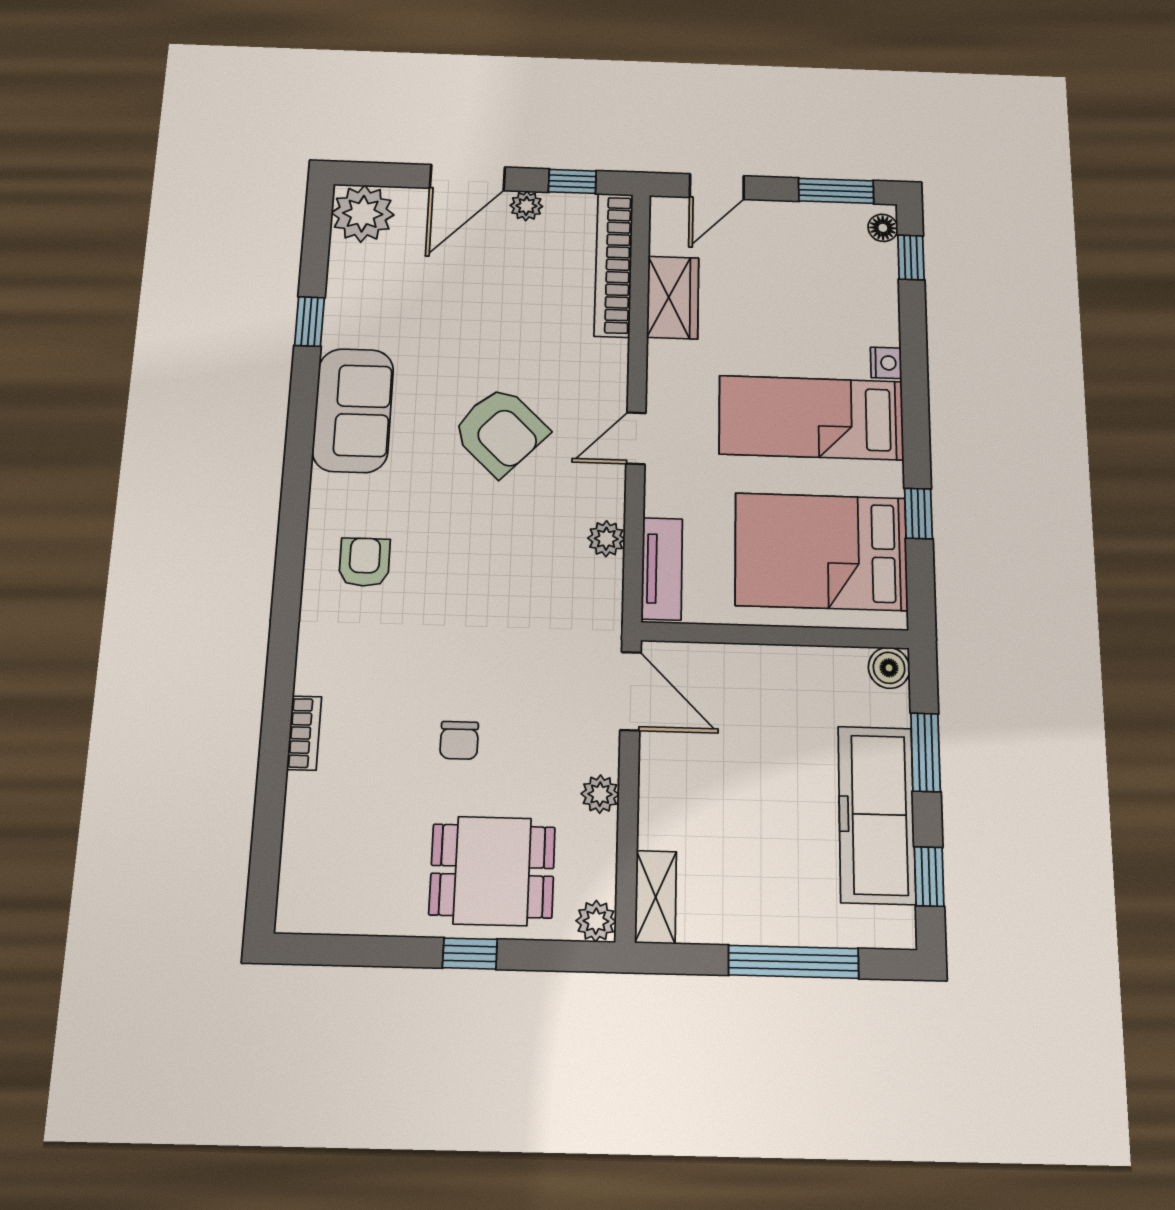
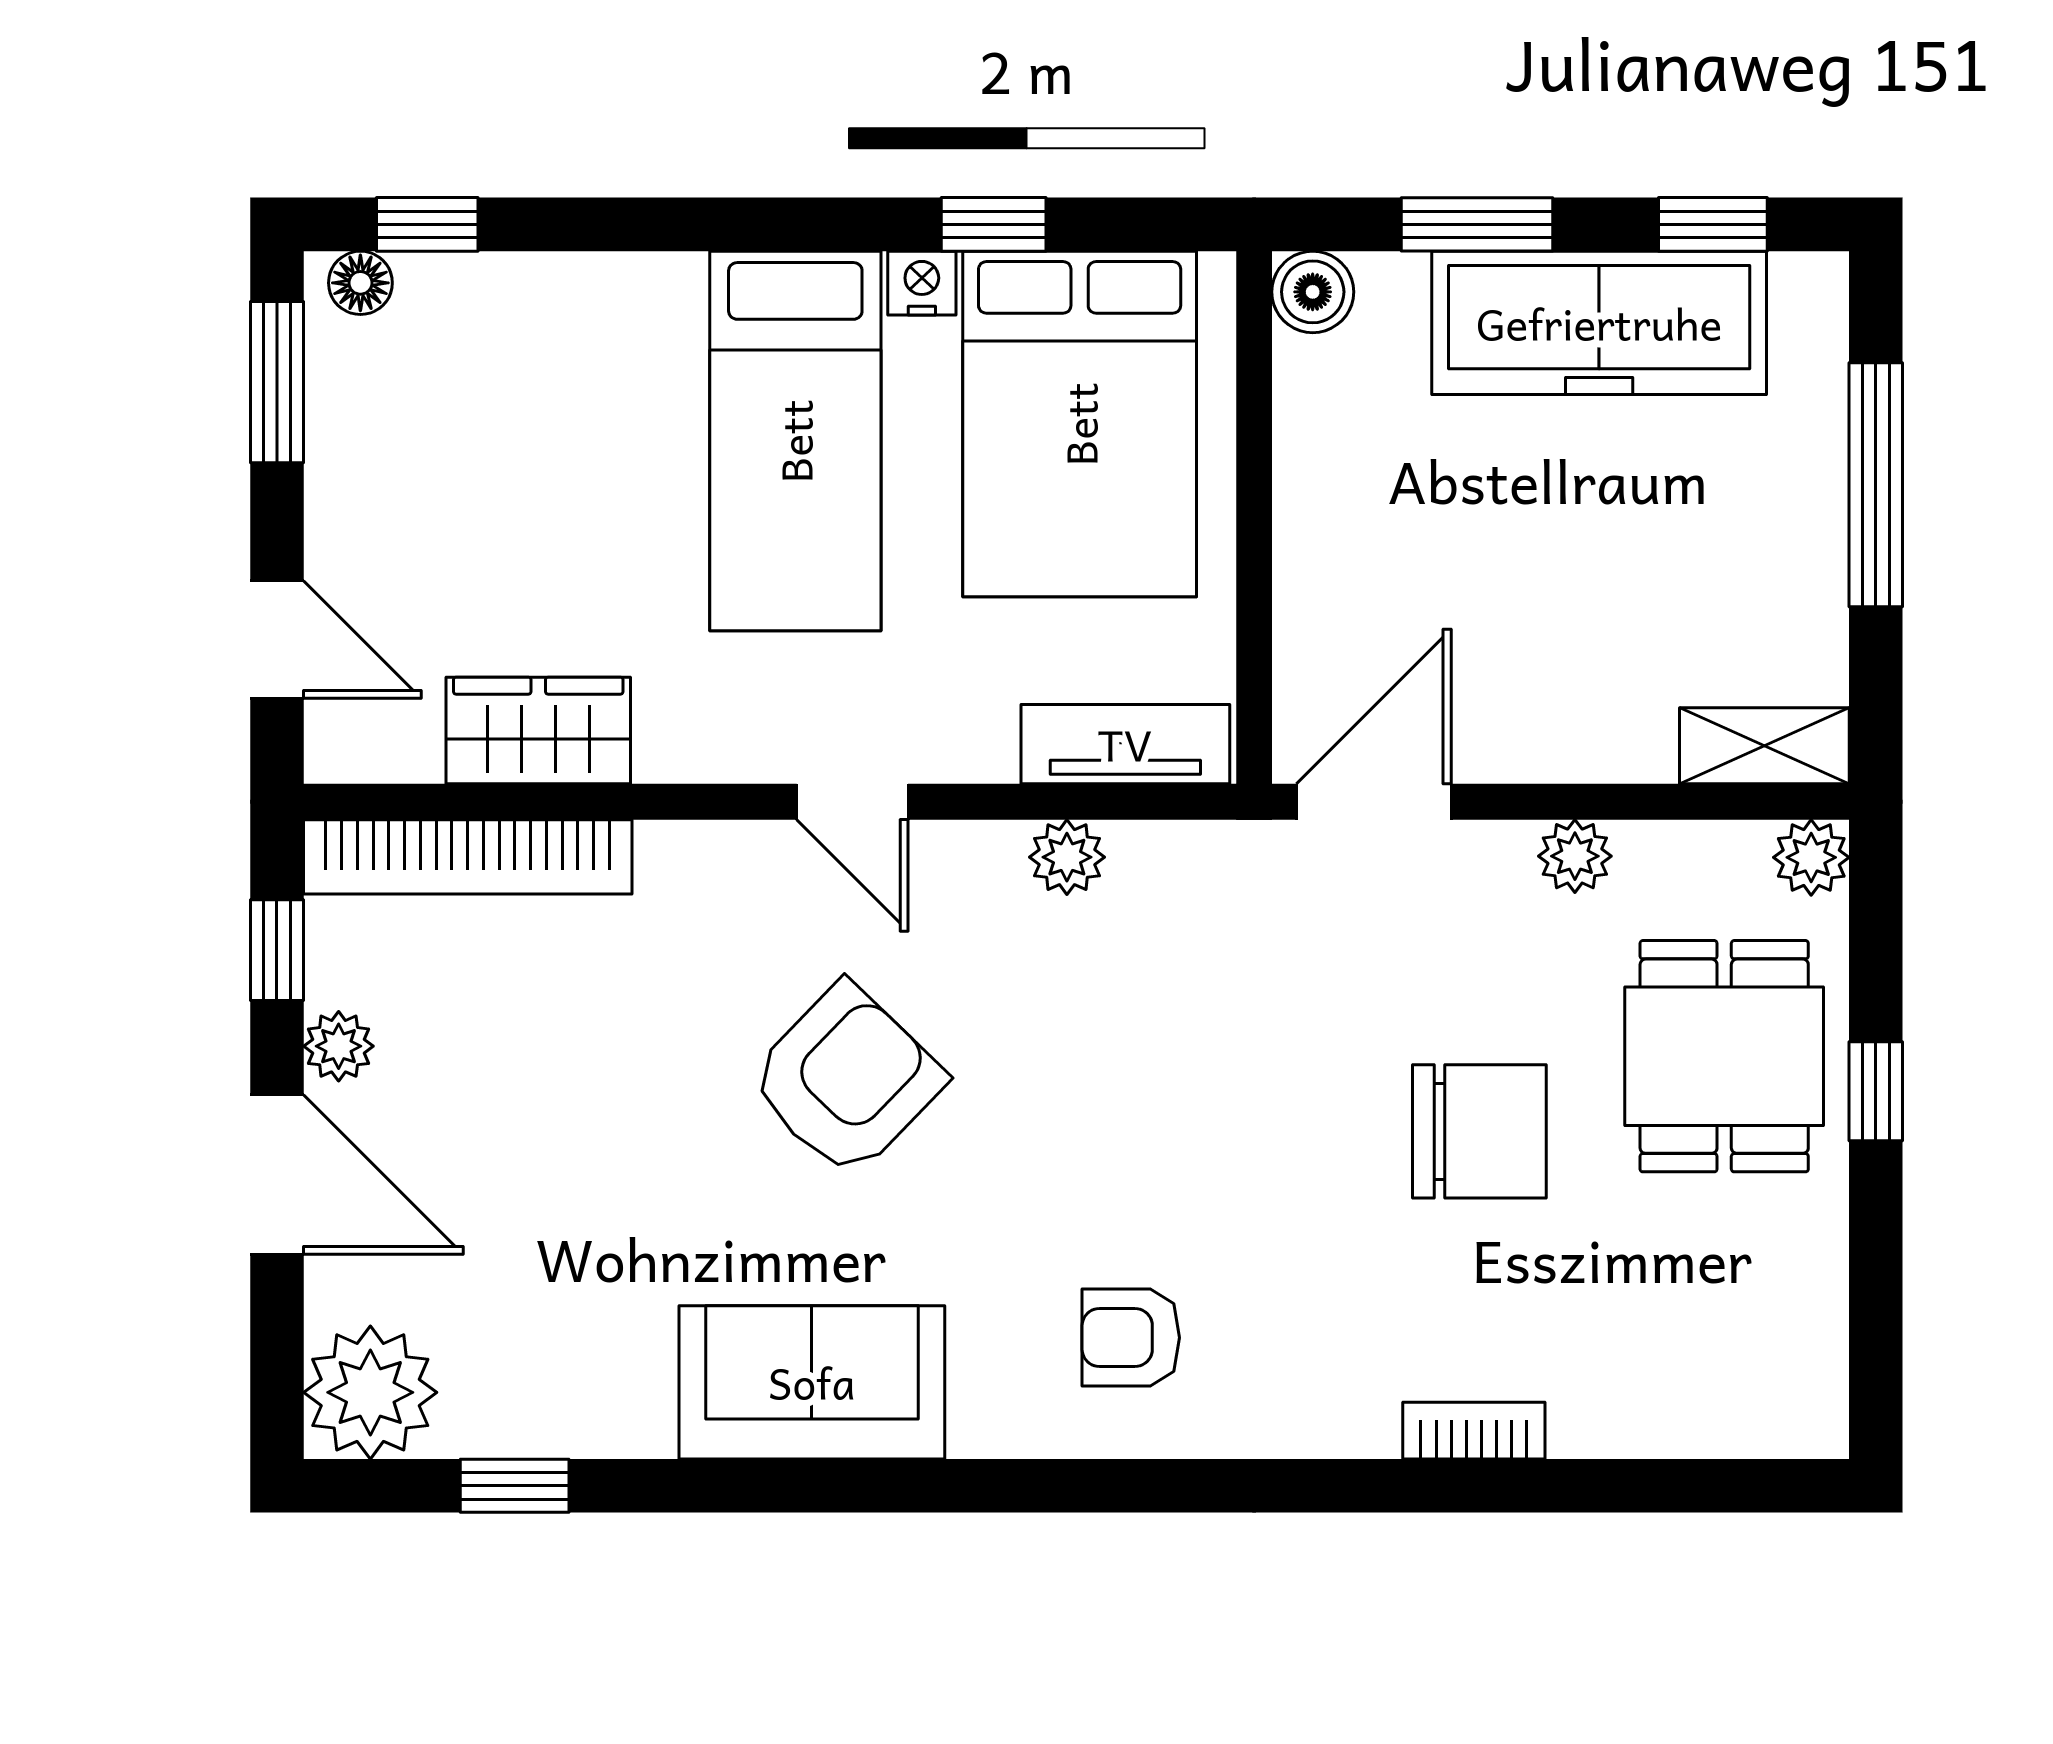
window: (310, 322) -> (515, 1486), moved
nightstand: (886, 363) -> (922, 283), moved
chair: (459, 740) -> (1479, 1131), width x1.87, depth x1.87

